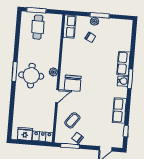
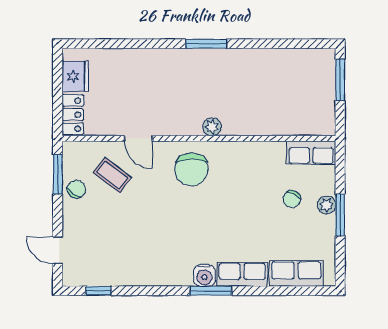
cafe table: (38, 27) -> (305, 86), removed
round table: (31, 76) -> (200, 80), removed
chair: (73, 83) -> (191, 169), turned -90
door: (57, 96) -> (138, 138), moved
row of seats: (119, 110) -> (296, 273), moved

